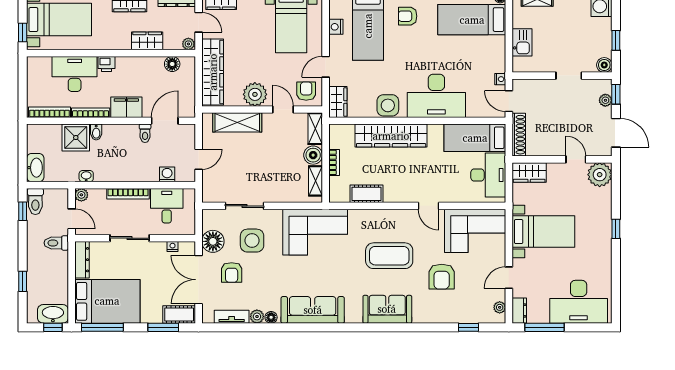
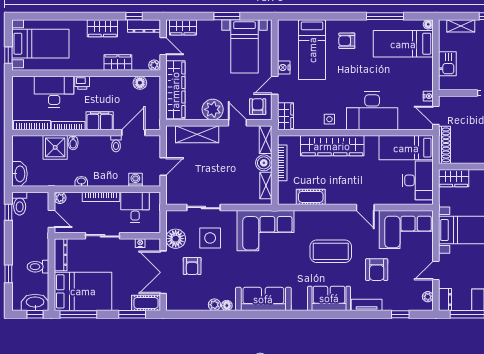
nightstand: (336, 27) -> (284, 67), moved
side table: (388, 105) -> (329, 119), width x0.54, depth x0.54
bookcase: (334, 162) -> (282, 163), width x1.56
washbasin: (86, 176) -> (81, 181), moved
toilet: (56, 243) -> (38, 267), moved
tv unit: (232, 317) -> (367, 305), moved

